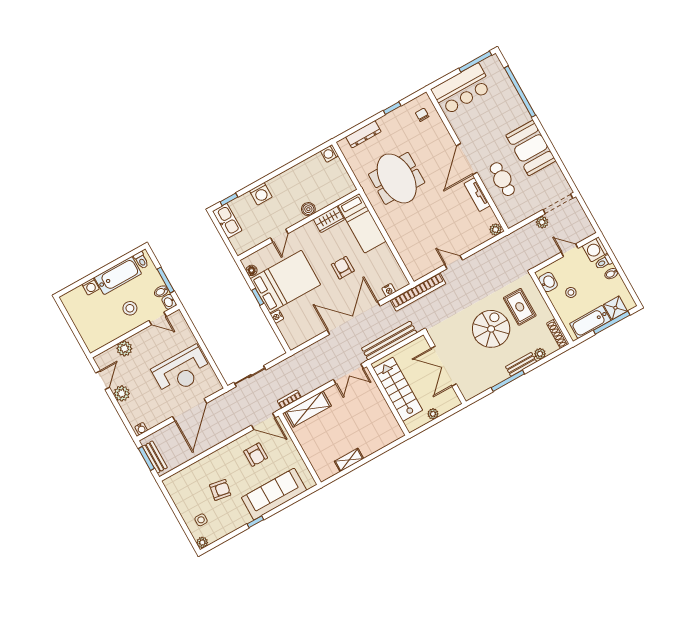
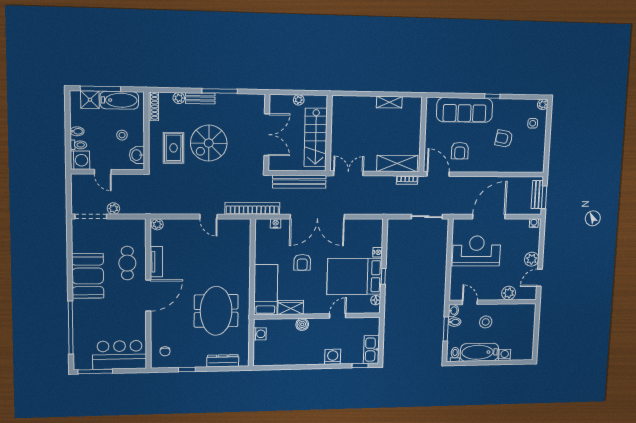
washing machine: (329, 153) -> (260, 334), moved
armchair: (256, 455) -> (460, 151), turned 180

